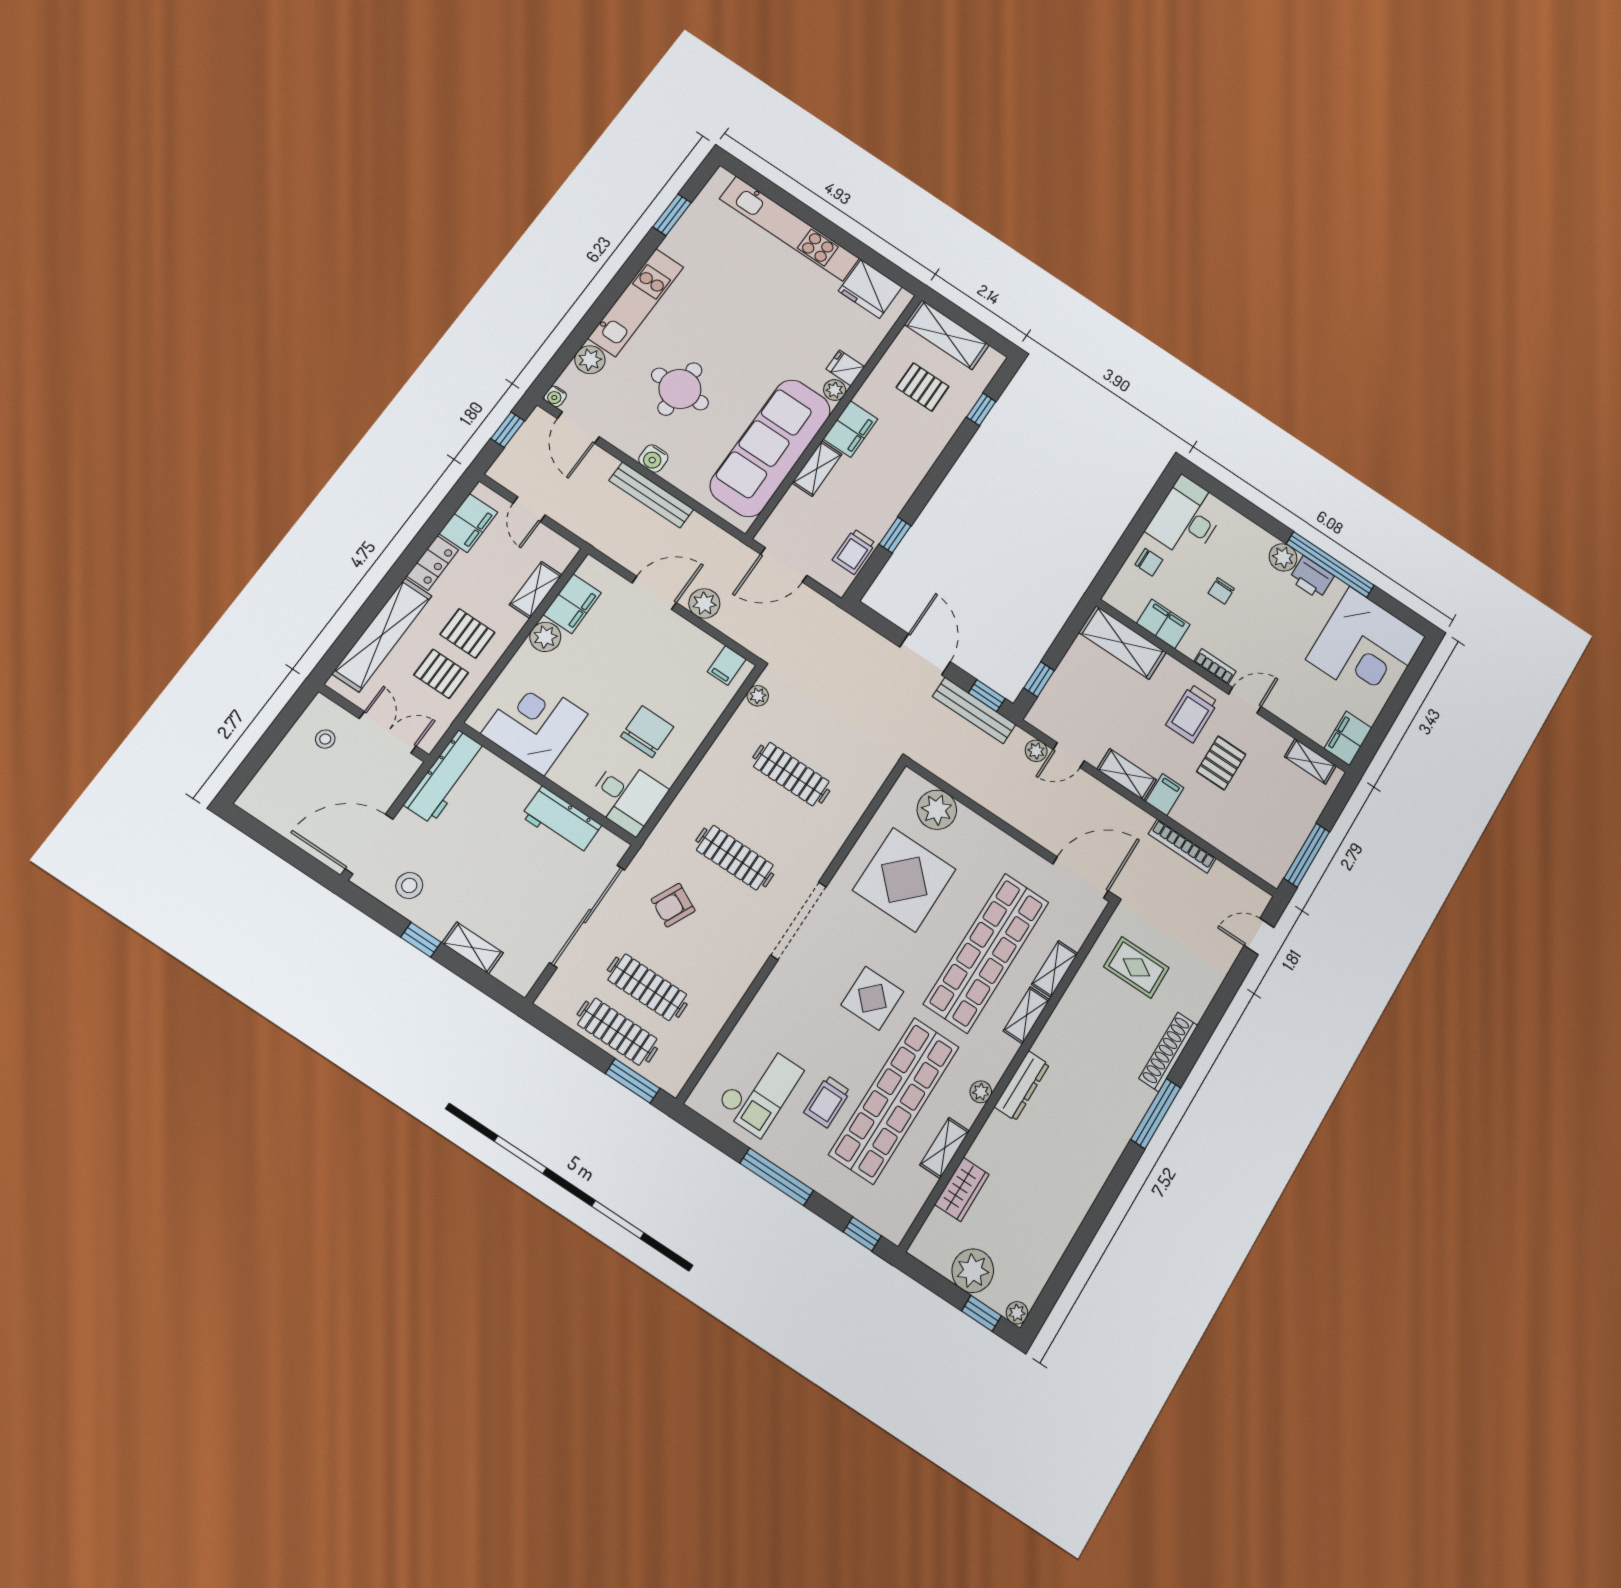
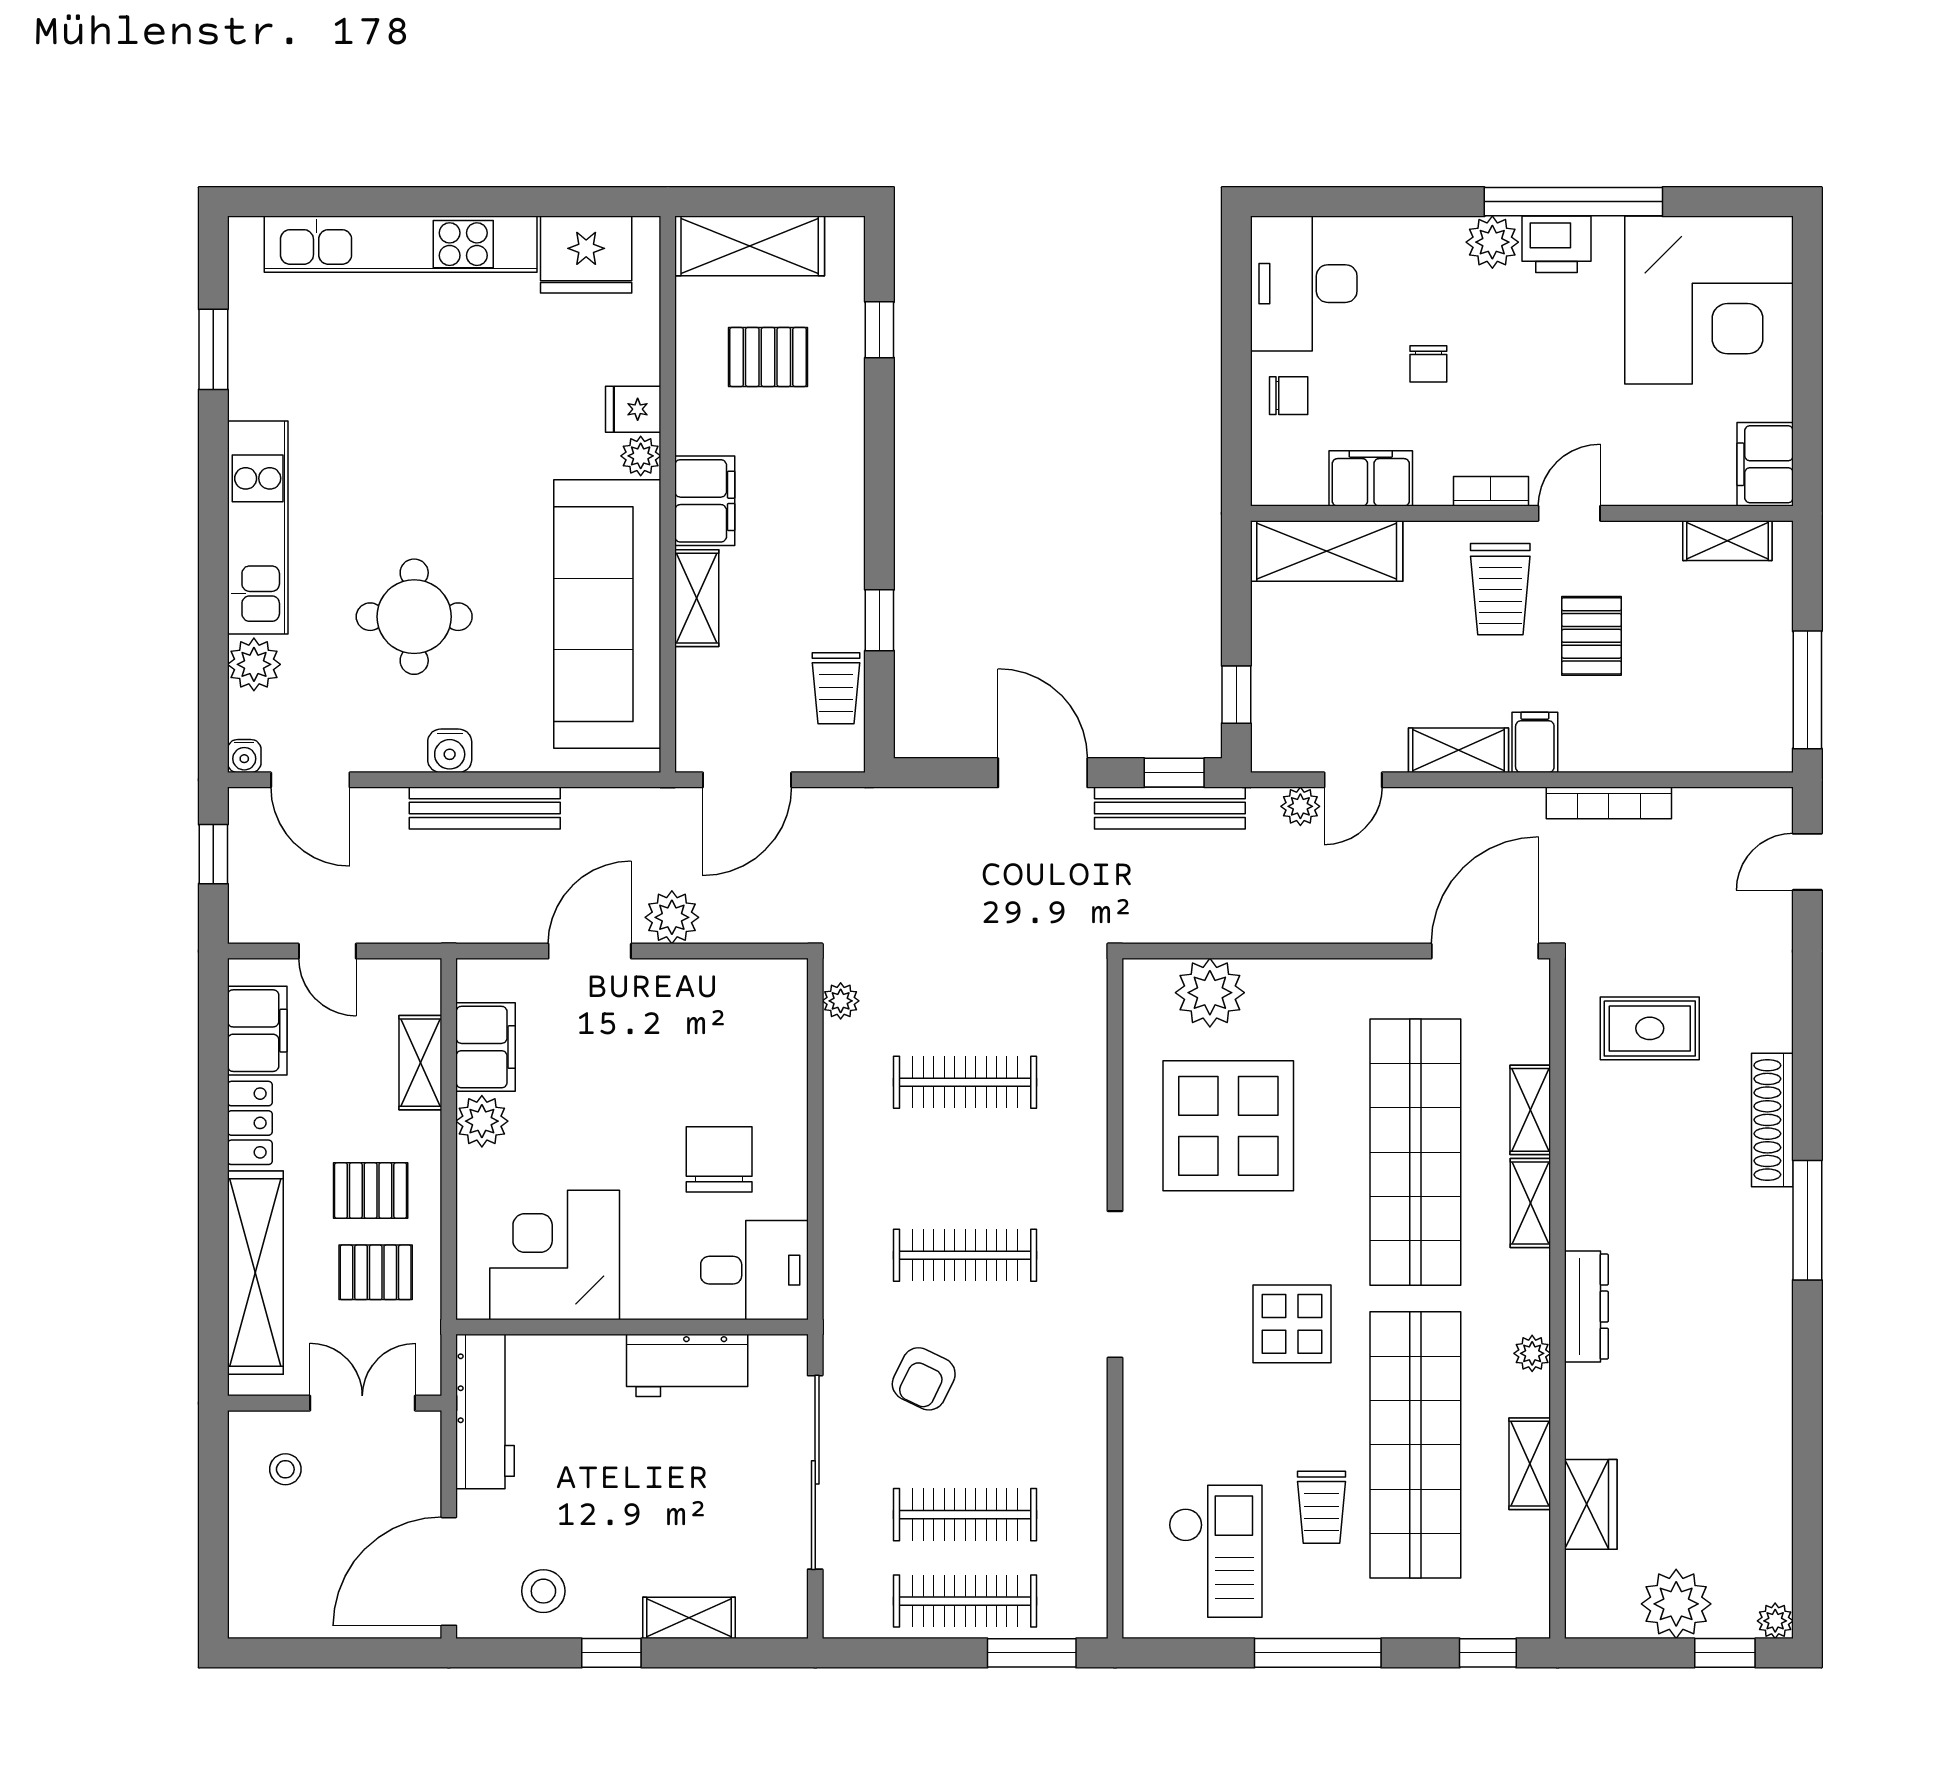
filing cabinet: (727, 665) -> (766, 987), removed

